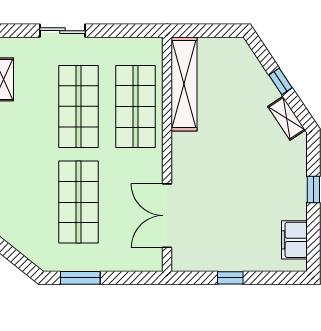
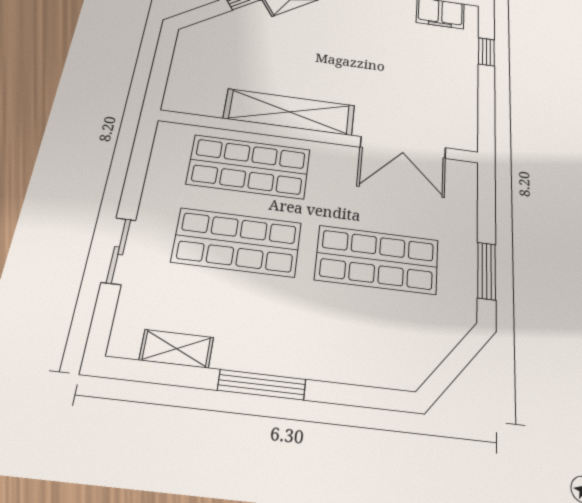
shelving: (184, 84) -> (290, 112), moved
window: (230, 278) -> (486, 52), moved

